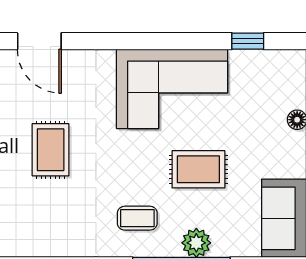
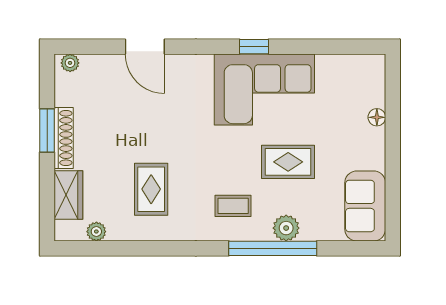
window: (248, 41) -> (254, 47), moved
rug: (51, 150) -> (151, 189), moved

